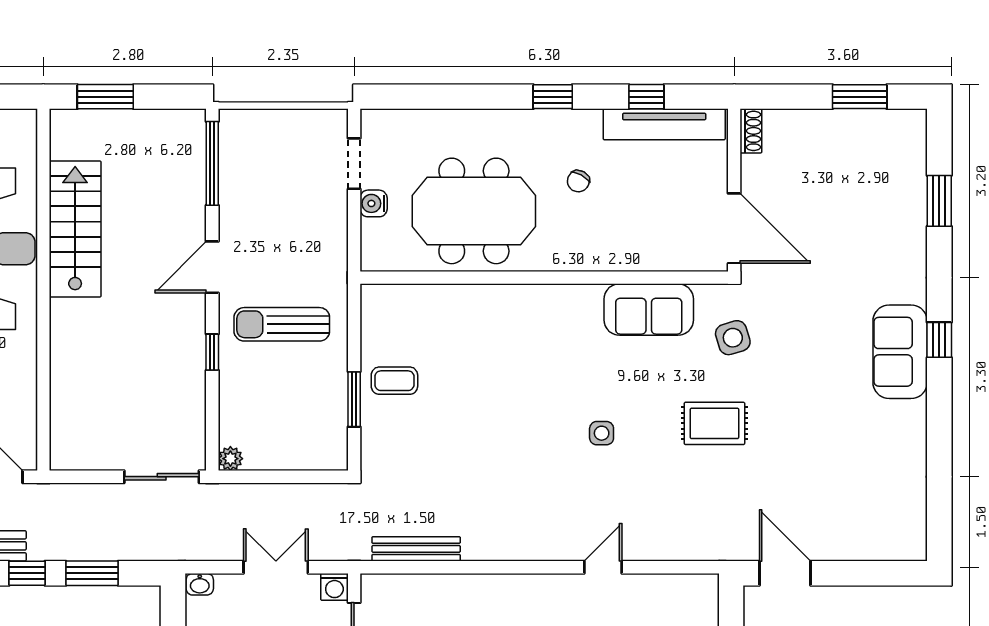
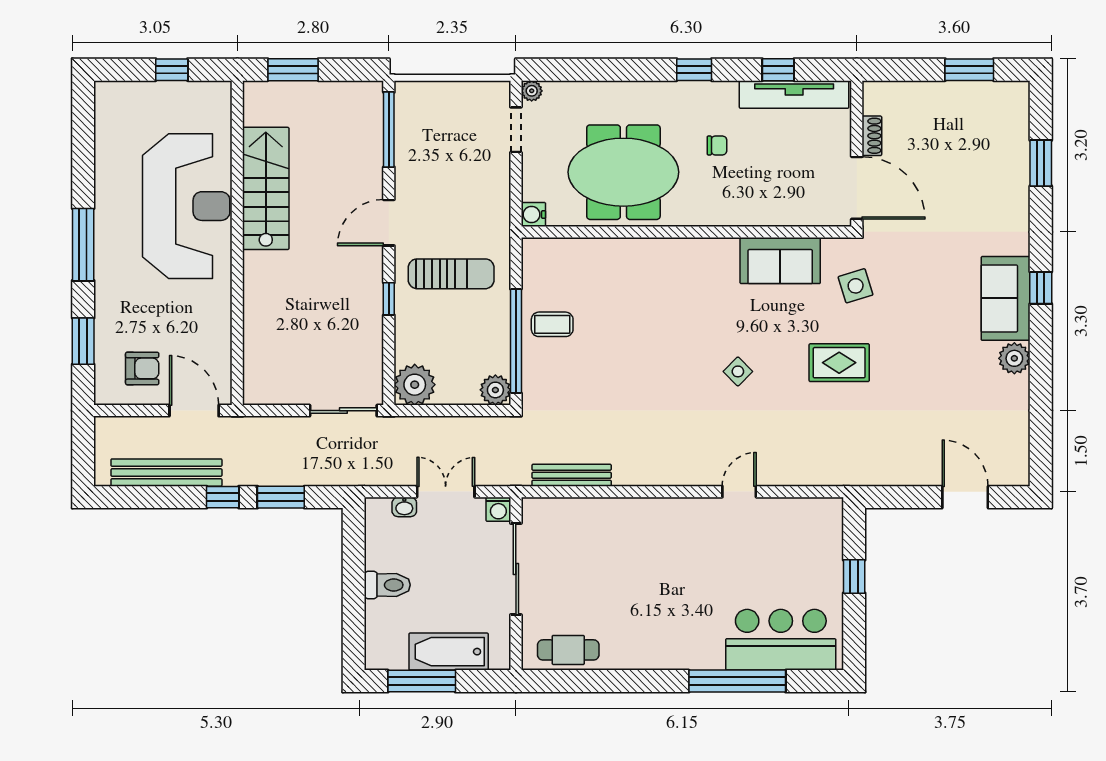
plant: (372, 120) -> (532, 91), added
shoe rack: (751, 131) -> (872, 136), moved
chair: (578, 181) -> (717, 145), turned -119
water cooler: (374, 203) -> (533, 215), moved
sun lounger: (282, 324) -> (451, 274), turned 180
window: (354, 399) -> (516, 341), width x2.11
plant: (910, 418) -> (1014, 358), added
side table: (602, 433) -> (738, 371), turned 45
plant: (331, 454) -> (495, 390), added
plant: (230, 459) -> (415, 385), width x1.88, depth x1.88
door: (785, 573) -> (965, 497), moved
washbasin: (200, 584) -> (404, 507), moved

